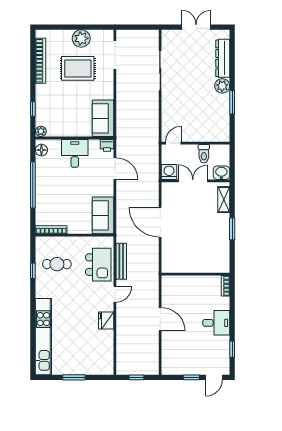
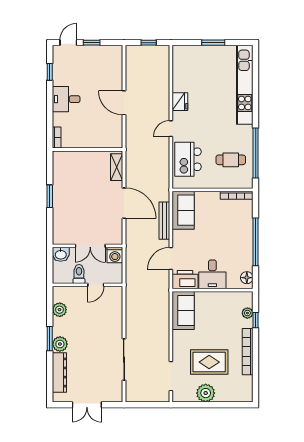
bookcase: (41, 61) -> (248, 352), moved
window: (232, 102) -> (50, 339), moved
plant: (223, 119) -> (60, 310), added
plant: (41, 131) -> (247, 313), moved
door: (173, 143) -> (96, 285), moved
printer: (107, 145) -> (185, 280), width x1.87, depth x1.48
door: (115, 169) -> (171, 259), hinge flipped
shelving: (224, 200) -> (117, 167), moved
bench: (121, 261) -> (164, 221), moved
window: (33, 271) -> (256, 153), width x3.17

